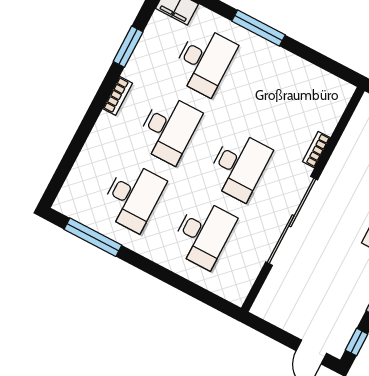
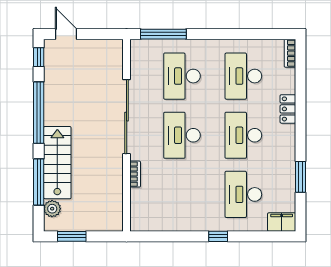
window: (259, 28) -> (218, 236), width x0.46
bookcase: (118, 96) -> (290, 53), moved
locker: (102, 132) -> (288, 109), added
window: (93, 237) -> (163, 34), moved

